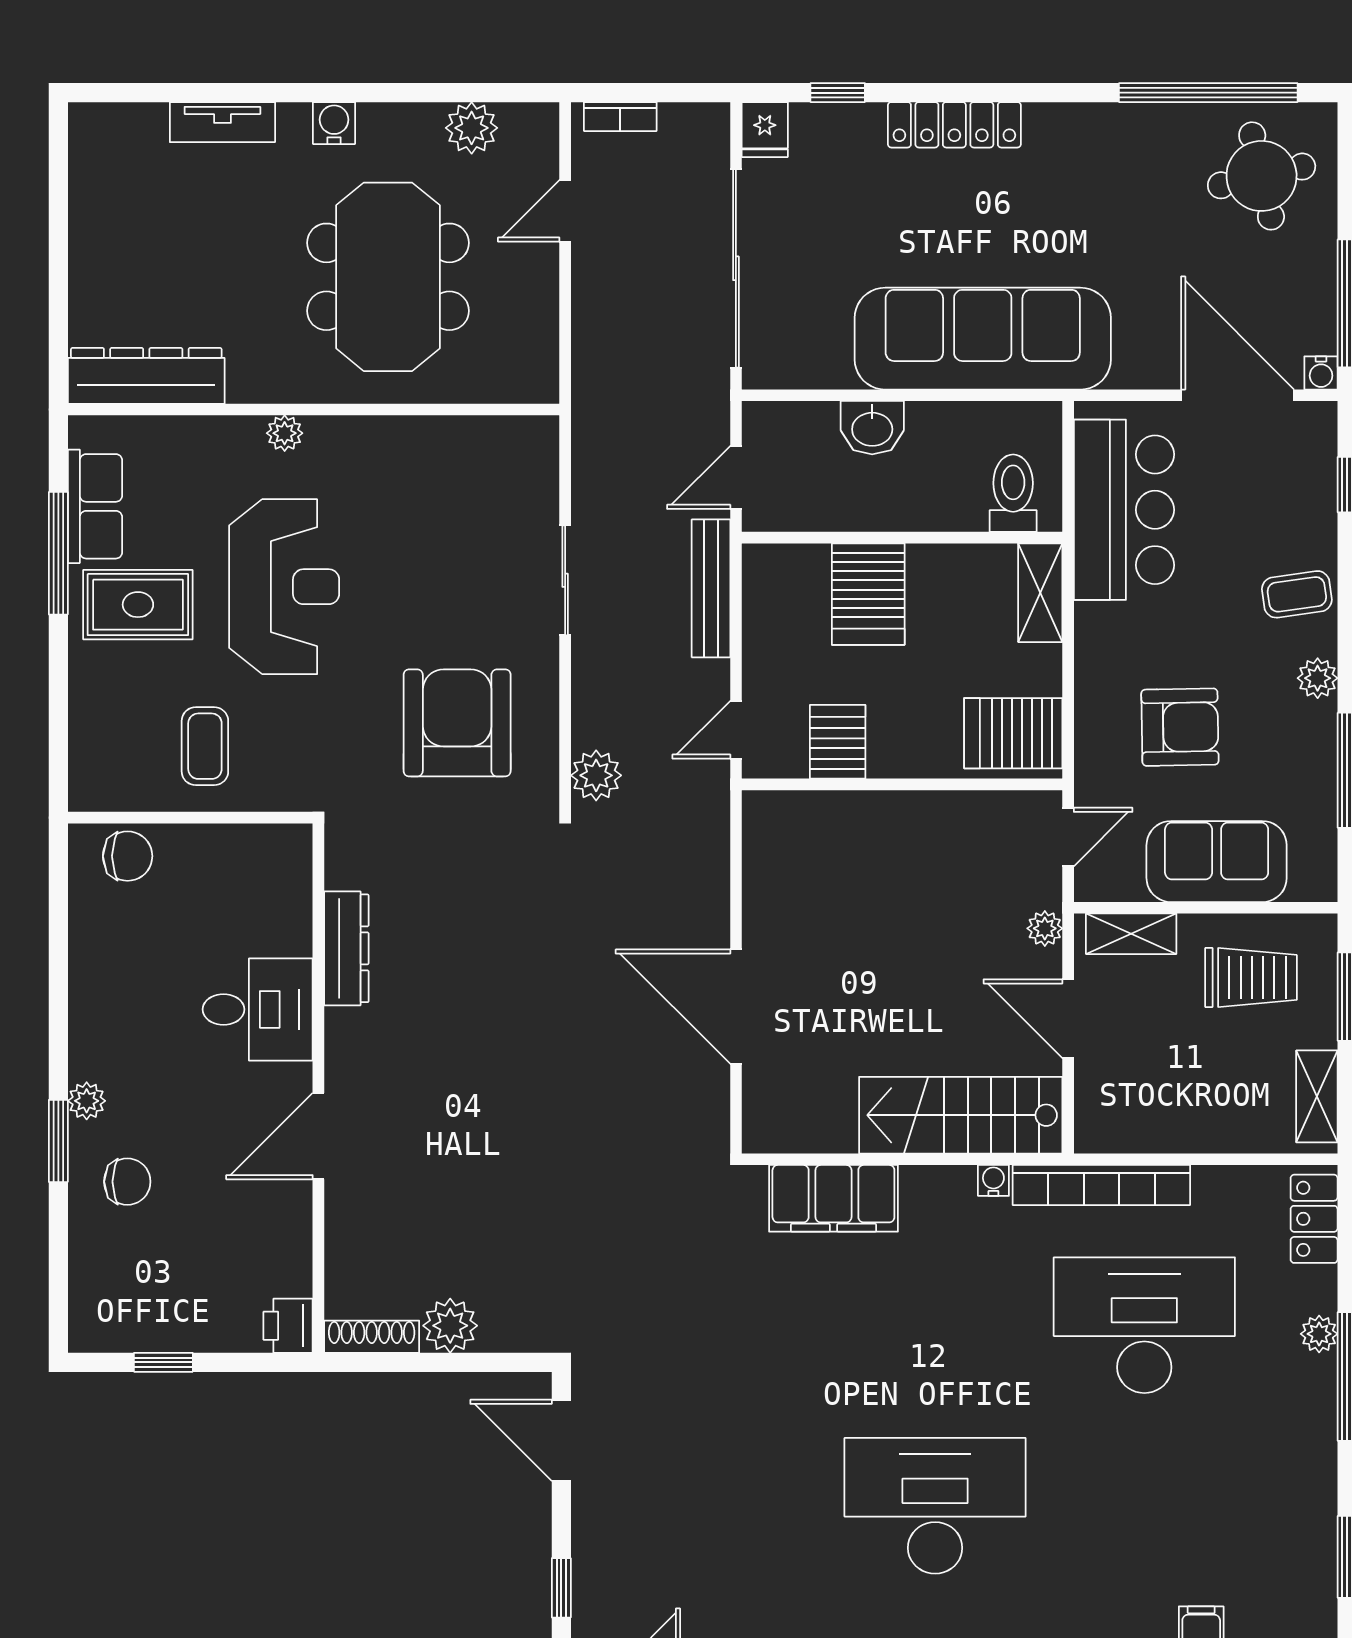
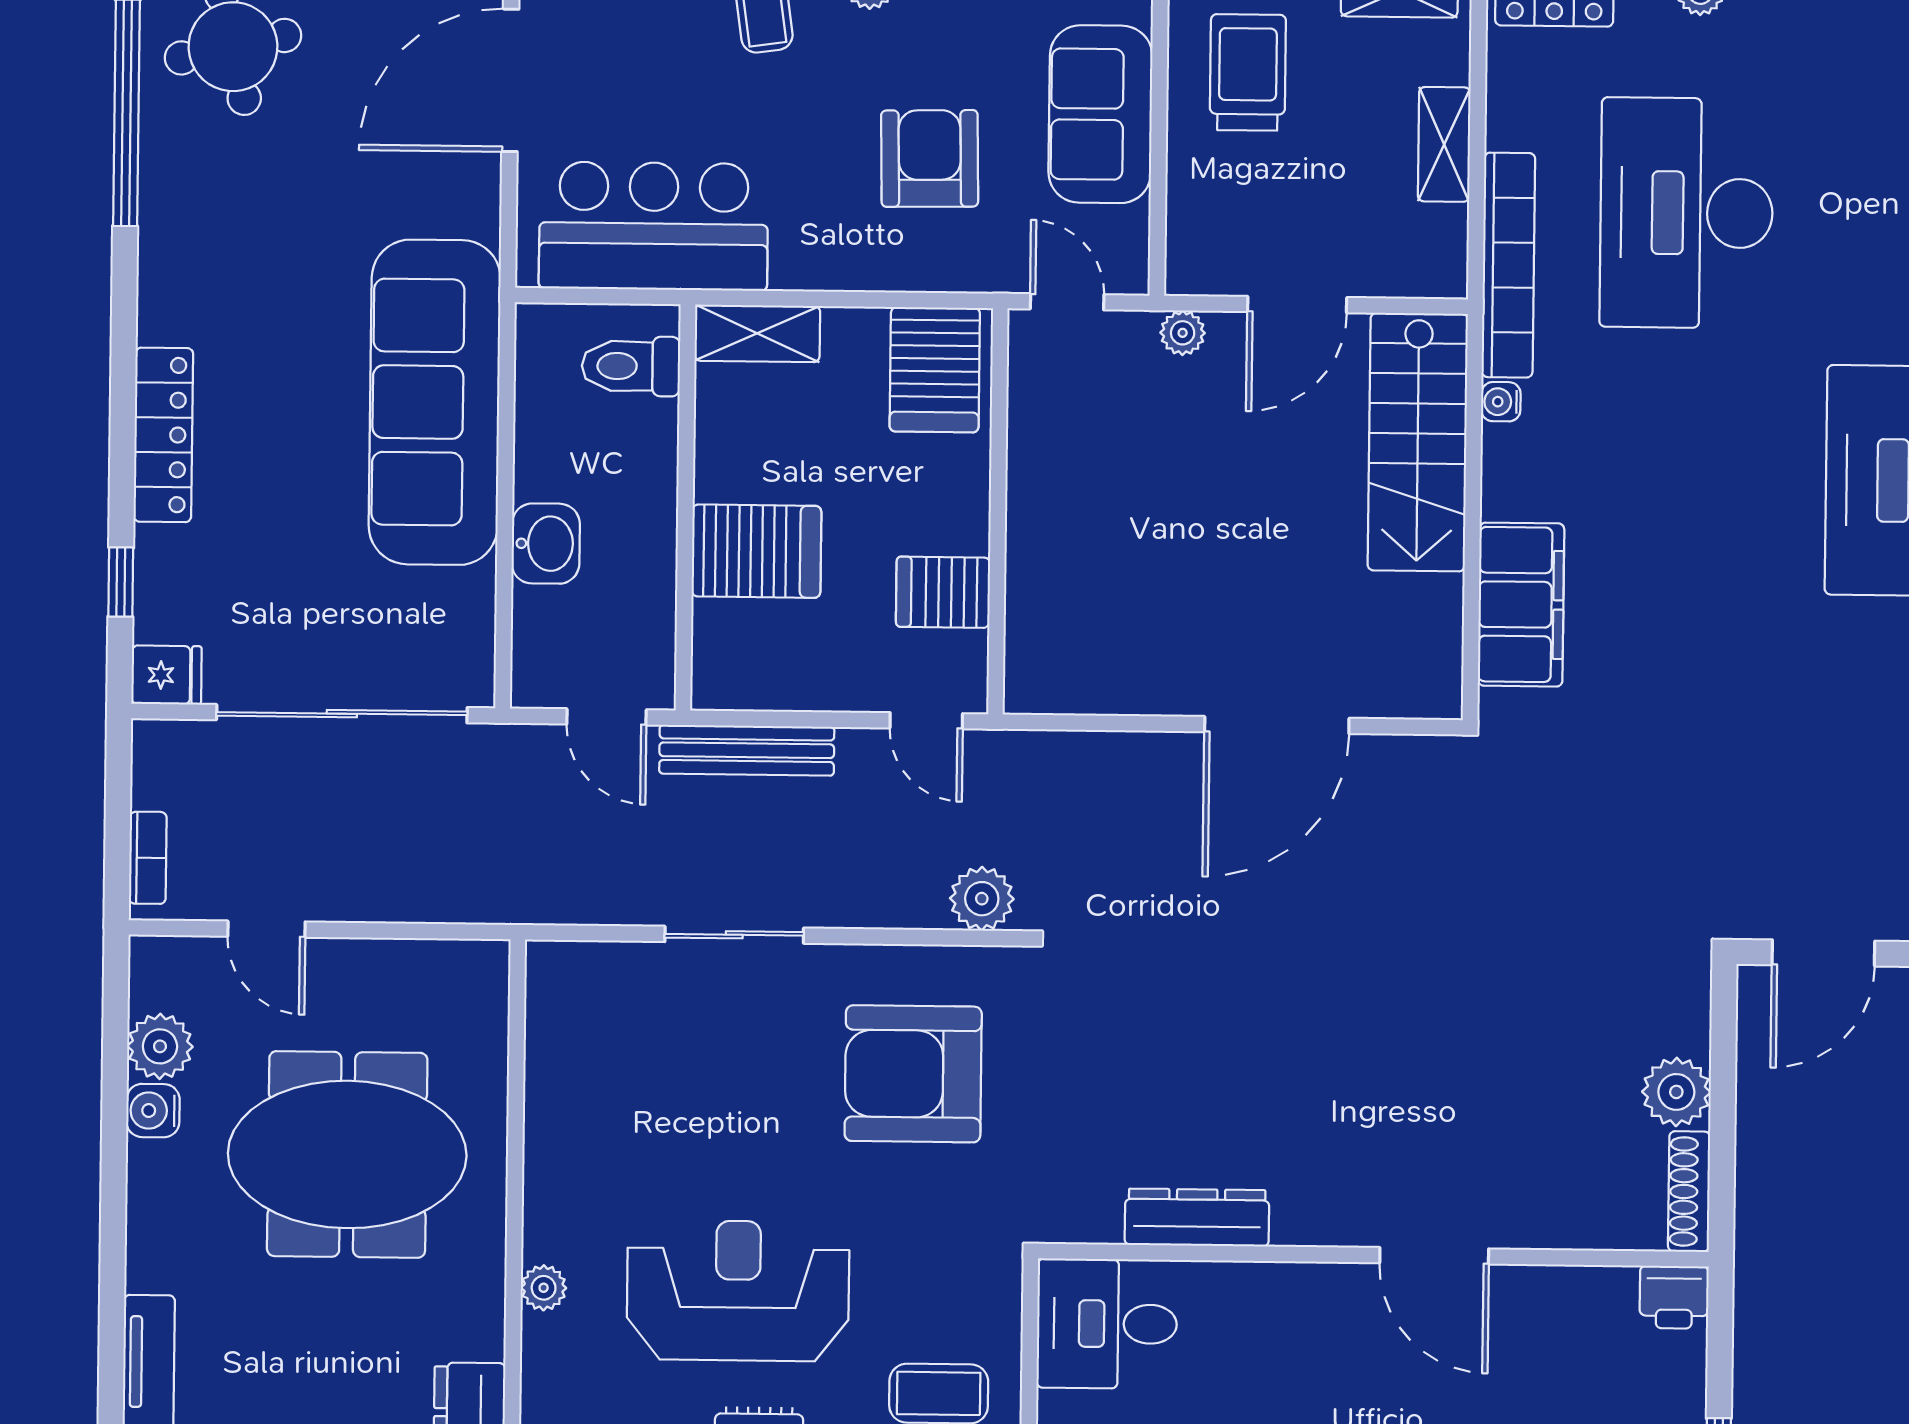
water cooler: (334, 123) -> (153, 1111), moved
shelving: (1131, 934) -> (1444, 144), moved
desk: (258, 1009) -> (1107, 1324), moved, turned -90

